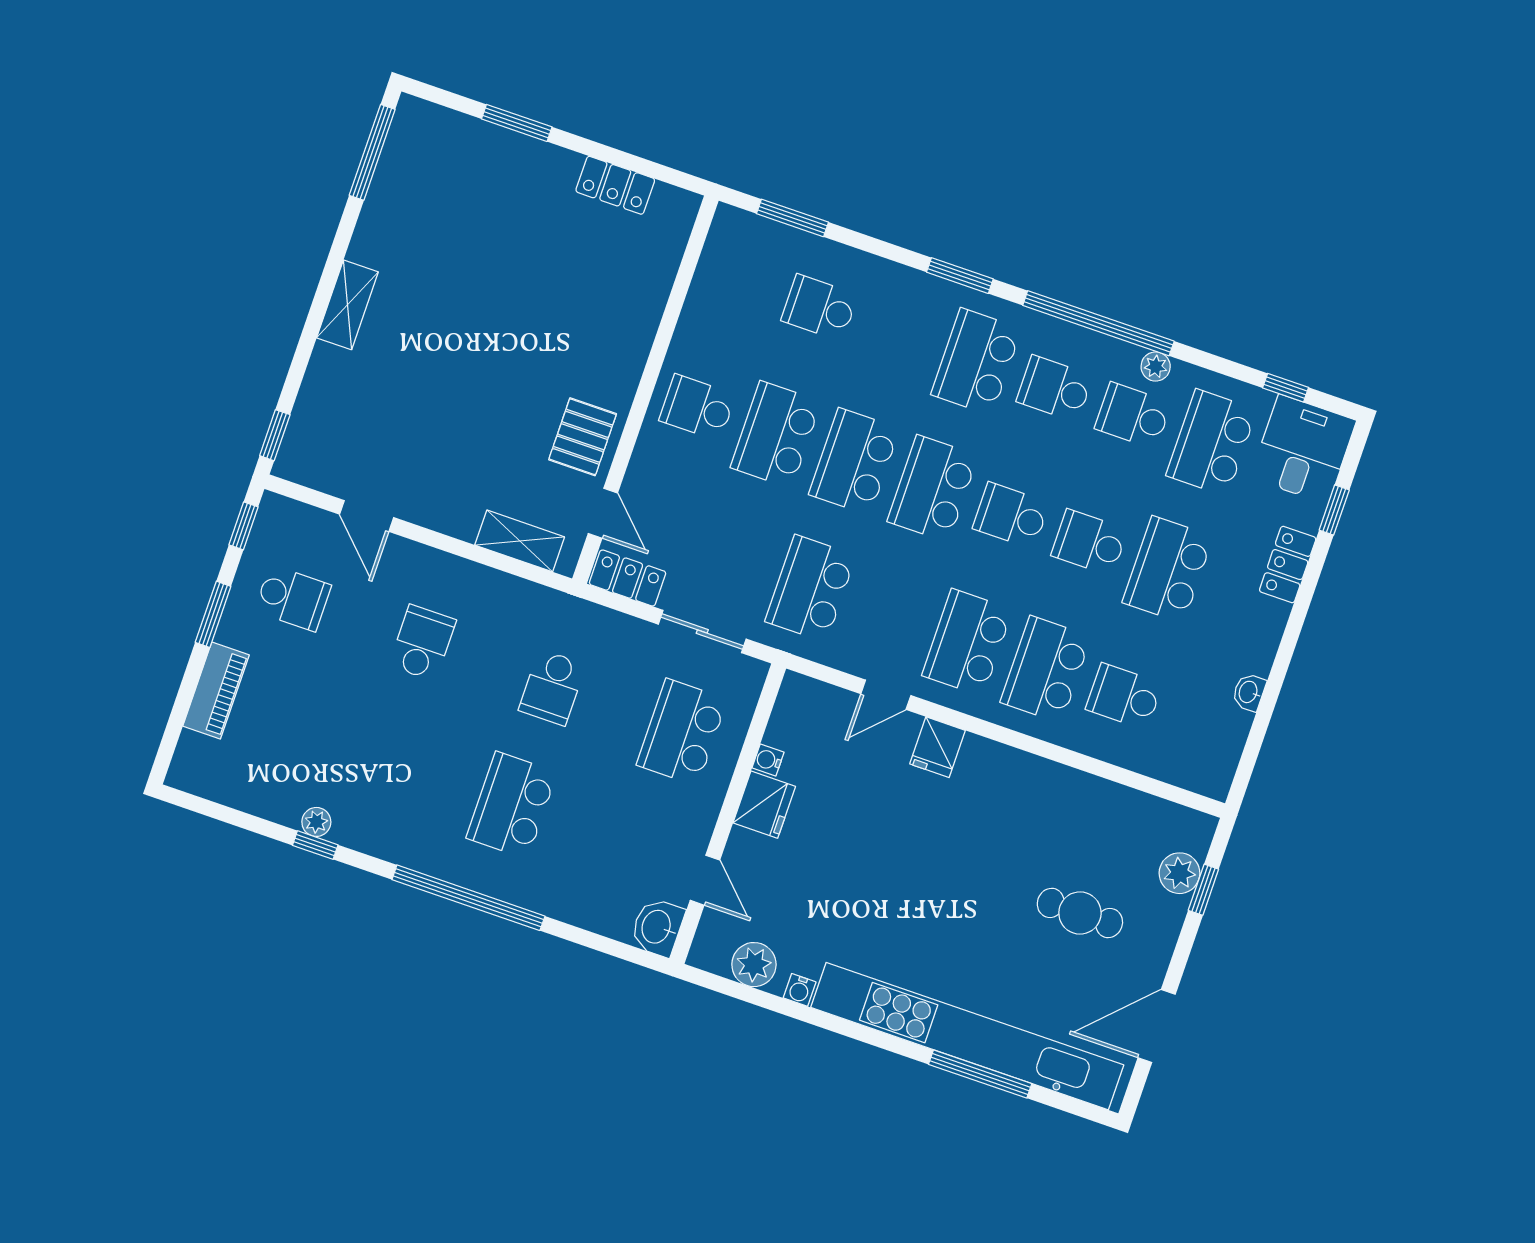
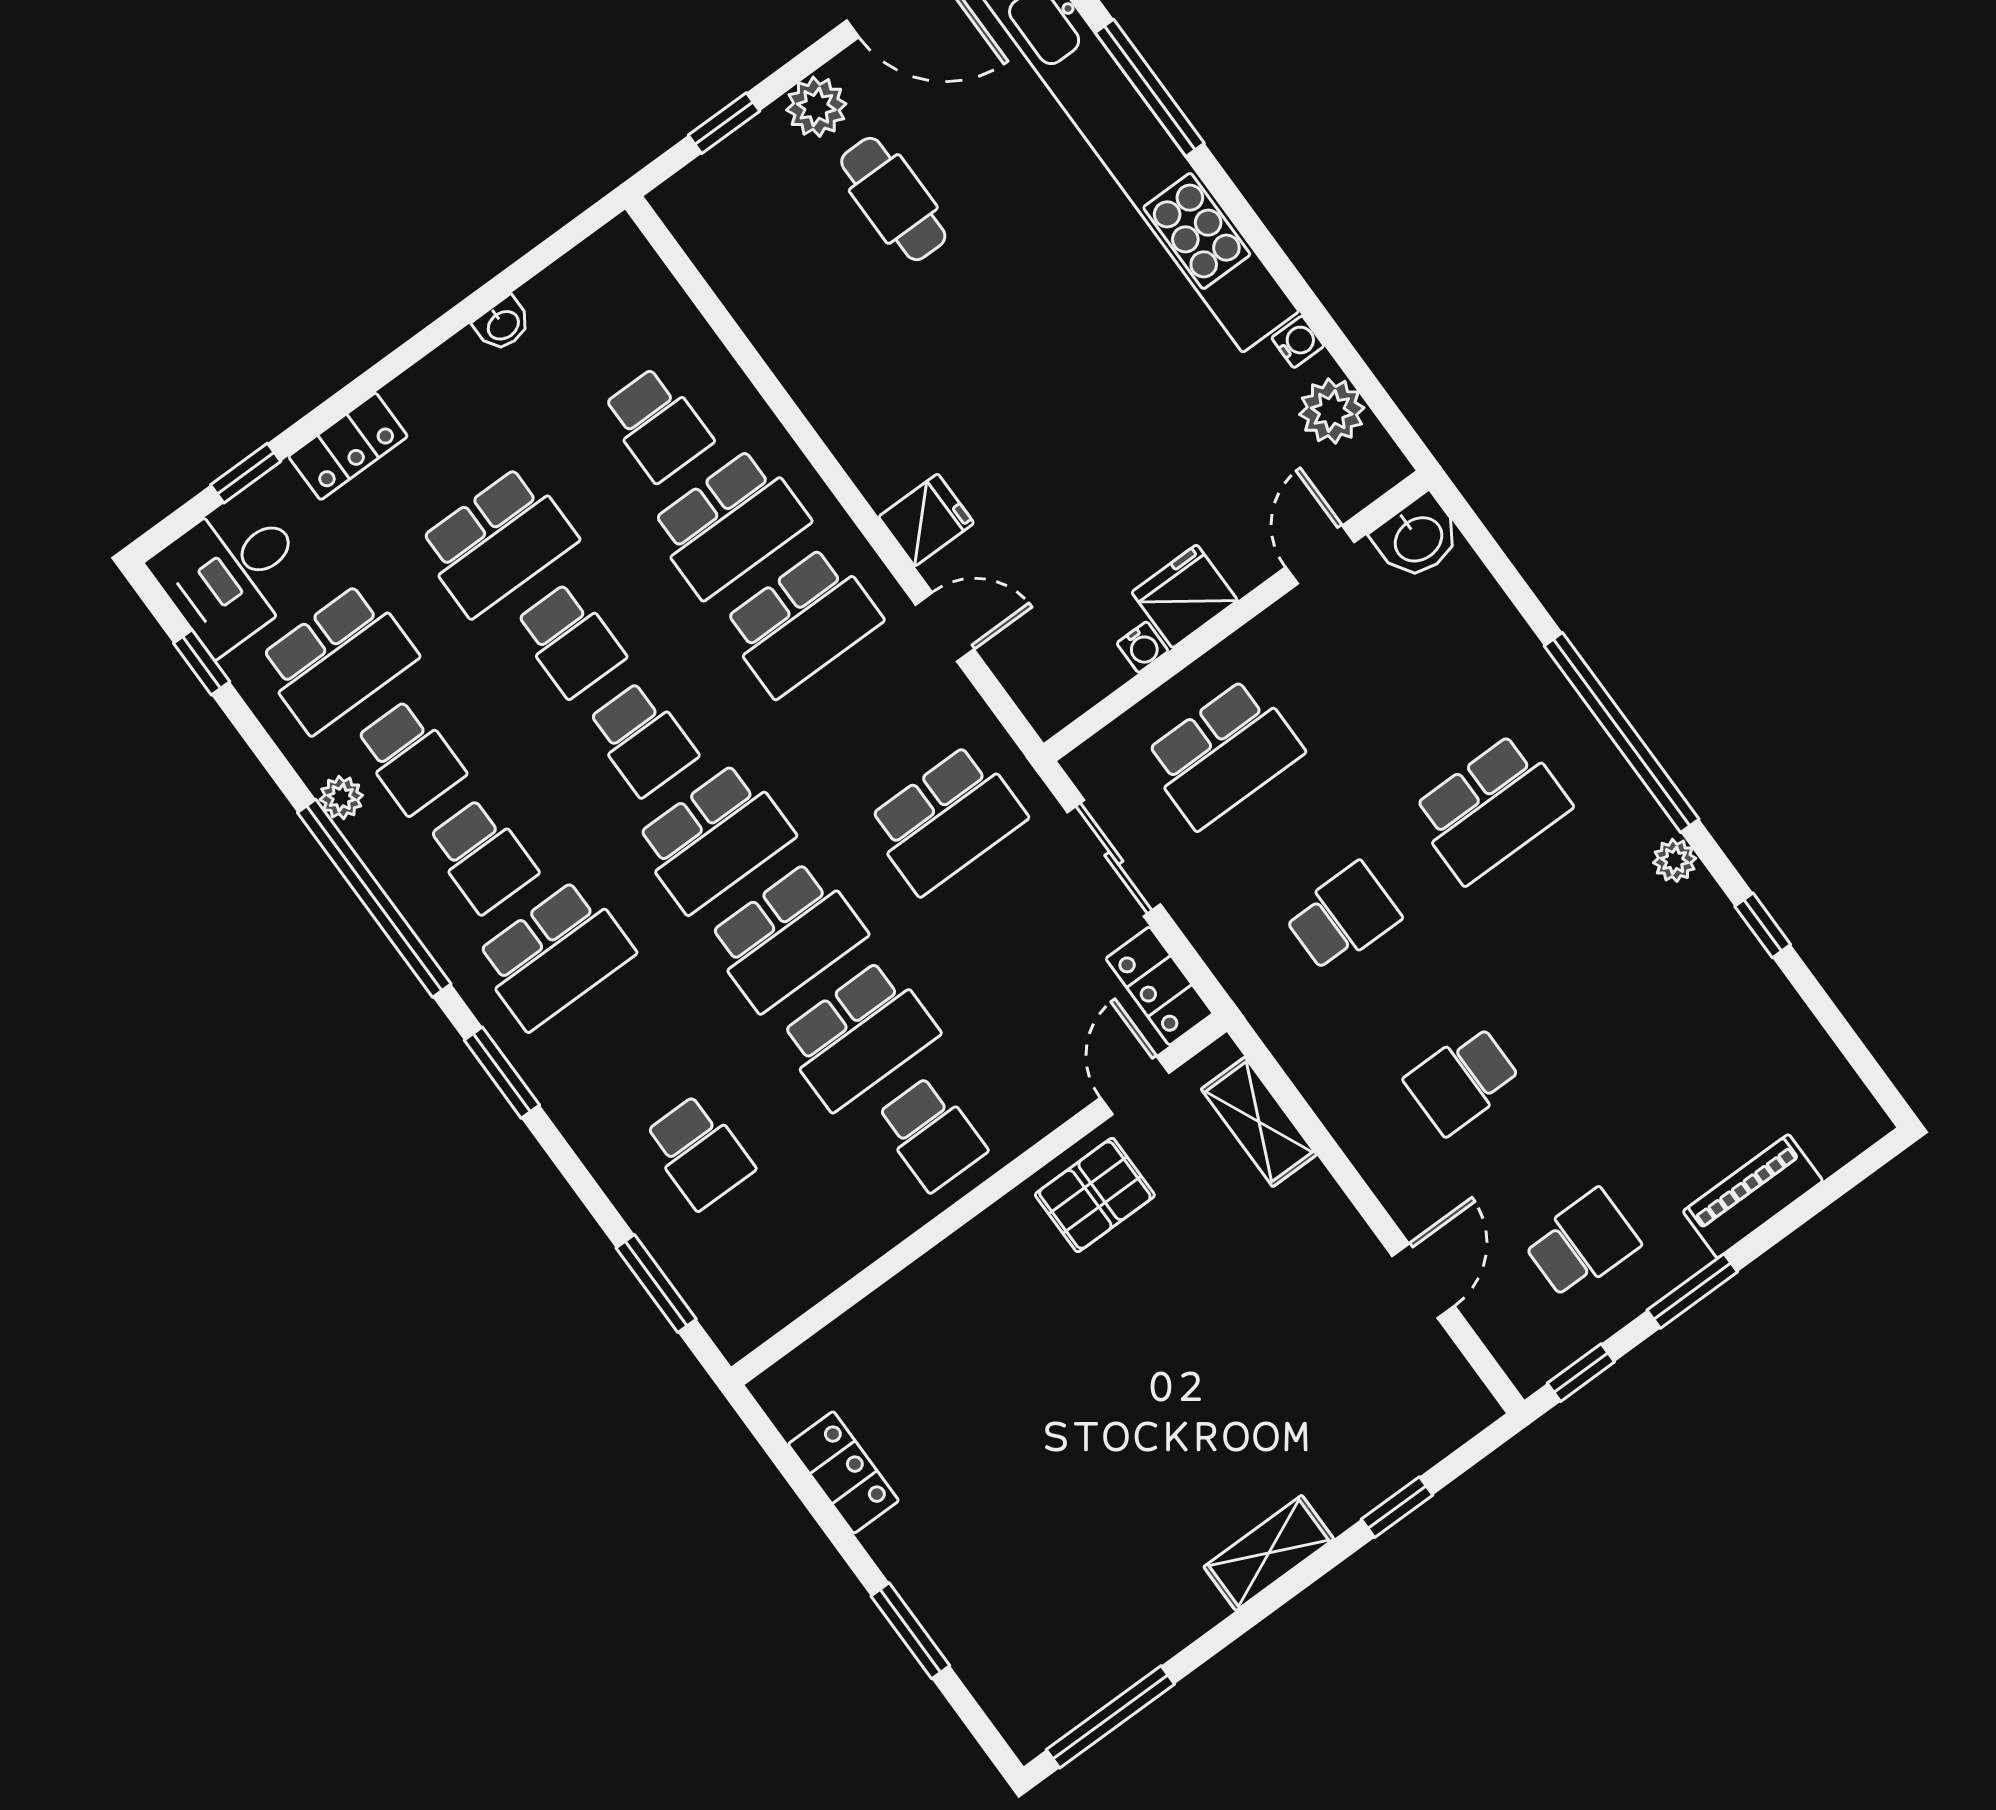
window: (275, 435) -> (1397, 1507), moved
school desk: (293, 598) -> (1582, 1244), turned 90
plant: (316, 822) -> (1675, 860), moved
plant: (1179, 873) -> (816, 107), moved

